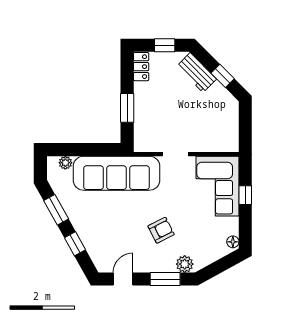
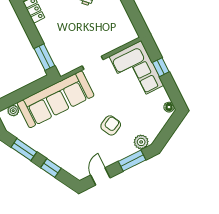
window: (127, 108) -> (44, 57), moved

